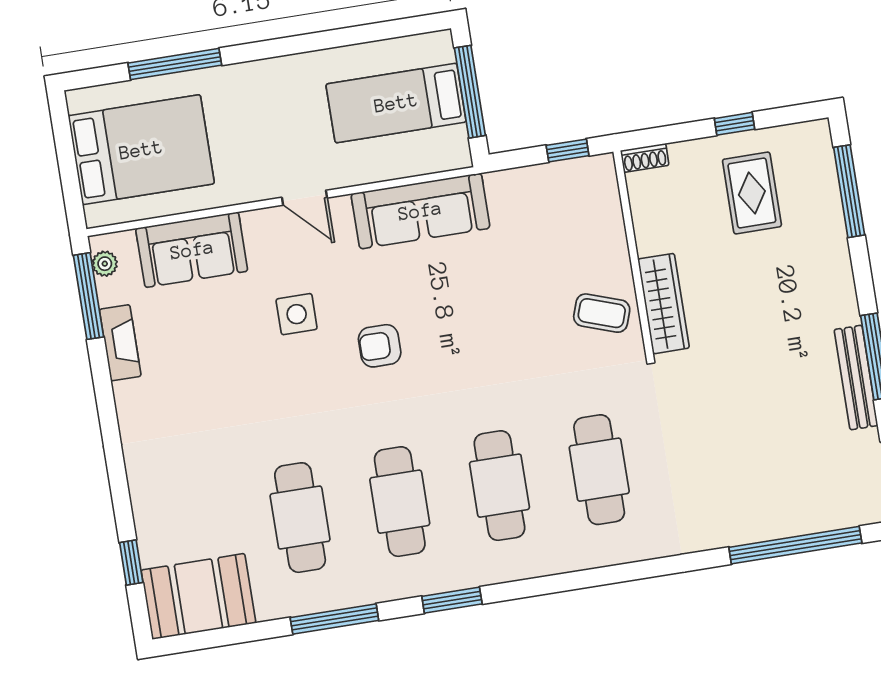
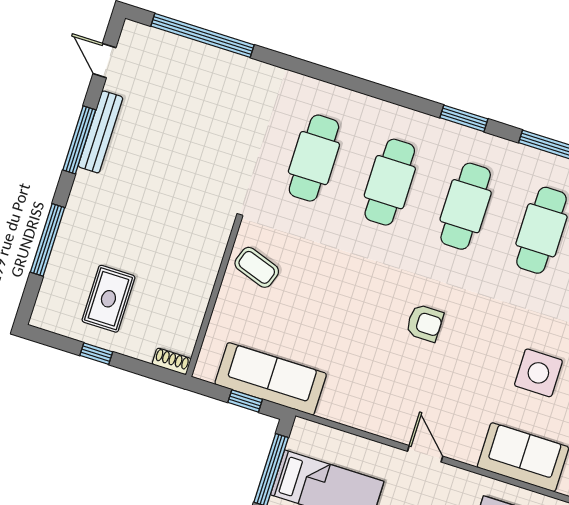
window: (568, 150) -> (245, 401), moved
window: (849, 191) -> (48, 240), moved
sofa: (420, 211) -> (271, 379), moved
wardrobe: (664, 304) -> (210, 252), removed
side table: (297, 314) -> (538, 373), moved, width x1.37, depth x1.37

